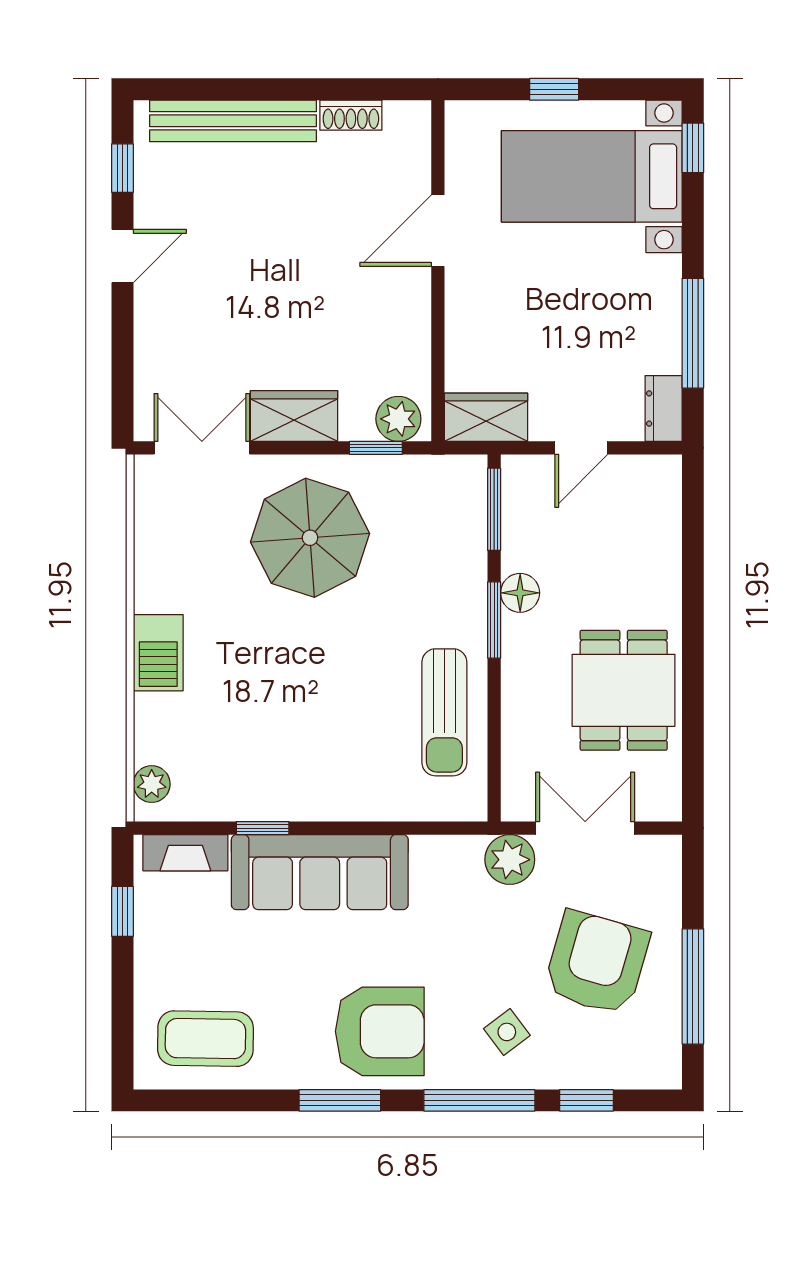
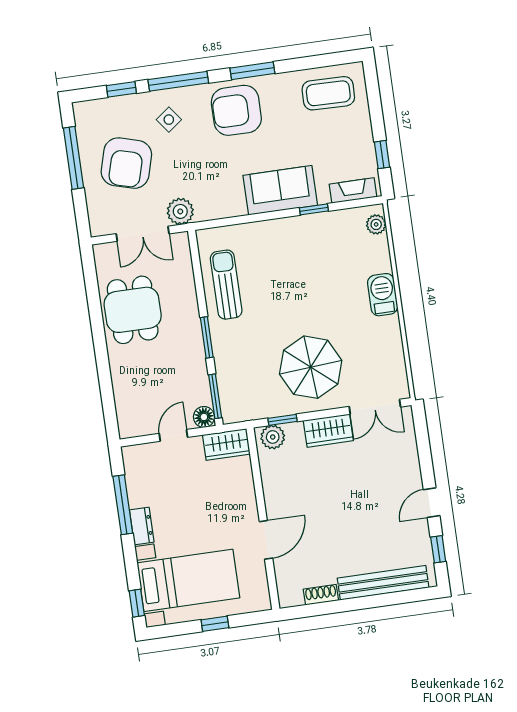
dresser: (664, 408) -> (142, 526), moved
floor lamp: (520, 593) -> (204, 417), moved
sofa: (320, 872) -> (280, 190), width x0.73

